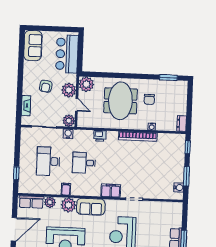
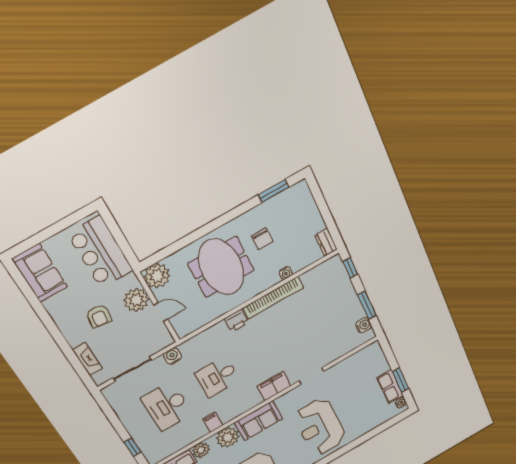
plant: (69, 121) -> (163, 339), removed
printer: (100, 136) -> (236, 321), moved

